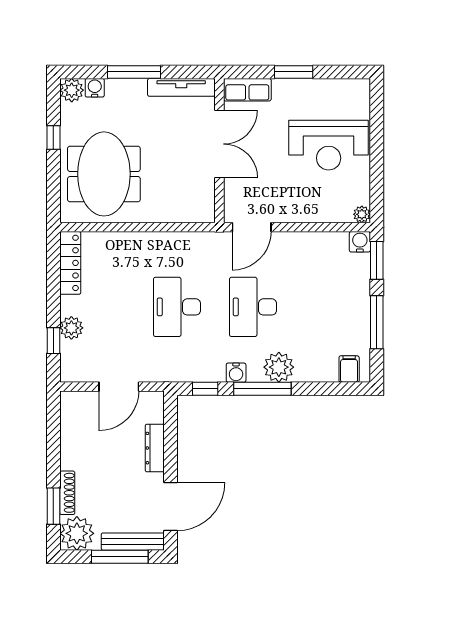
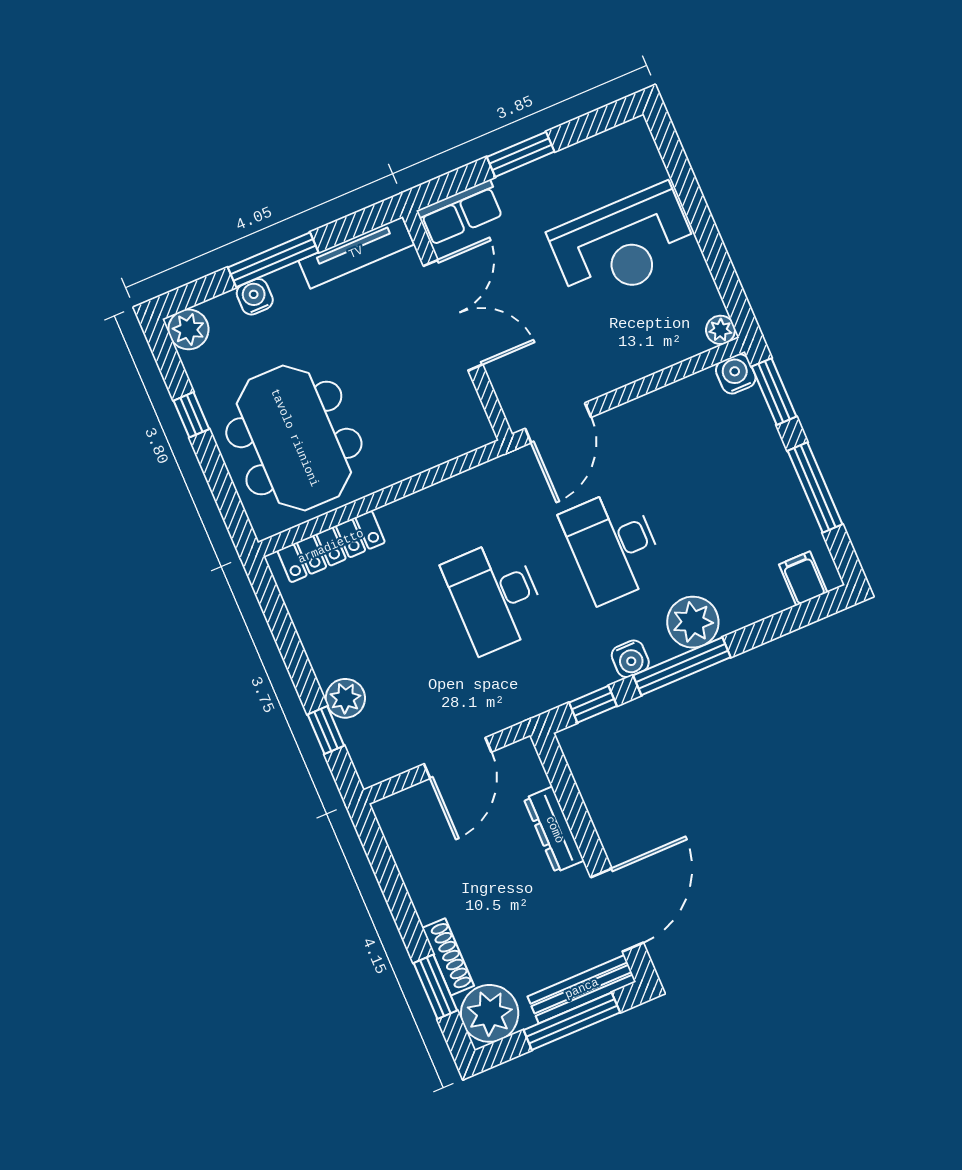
water cooler: (95, 88) -> (255, 297), moved
locker: (70, 263) -> (331, 547), moved, turned 90

